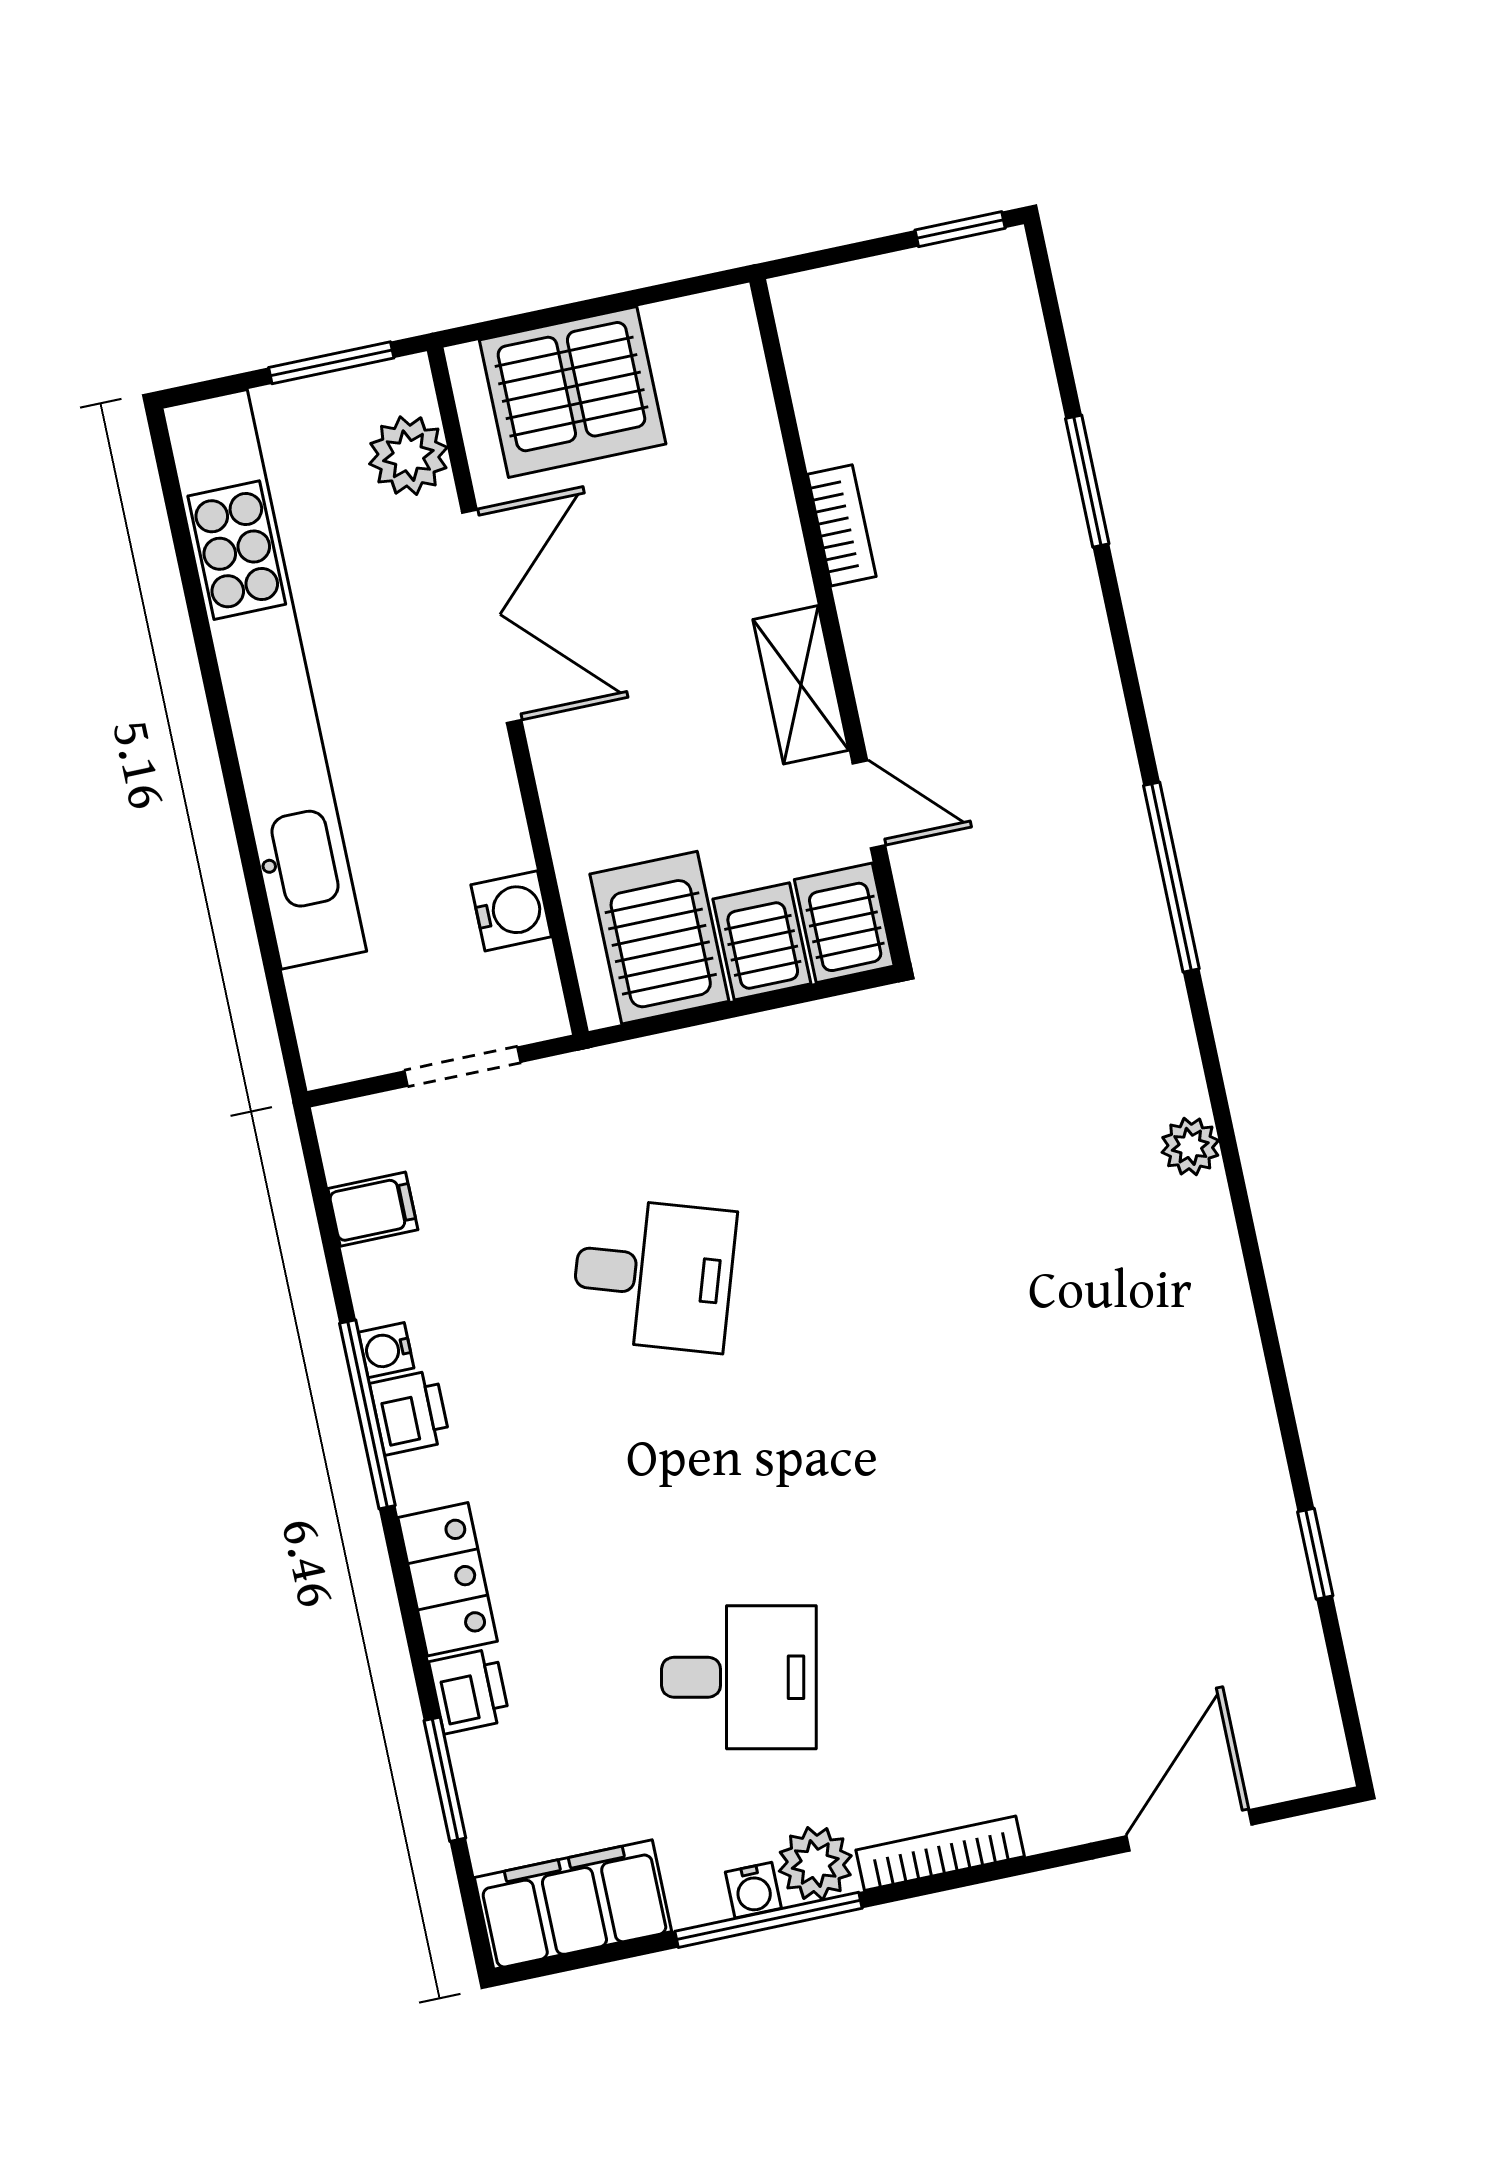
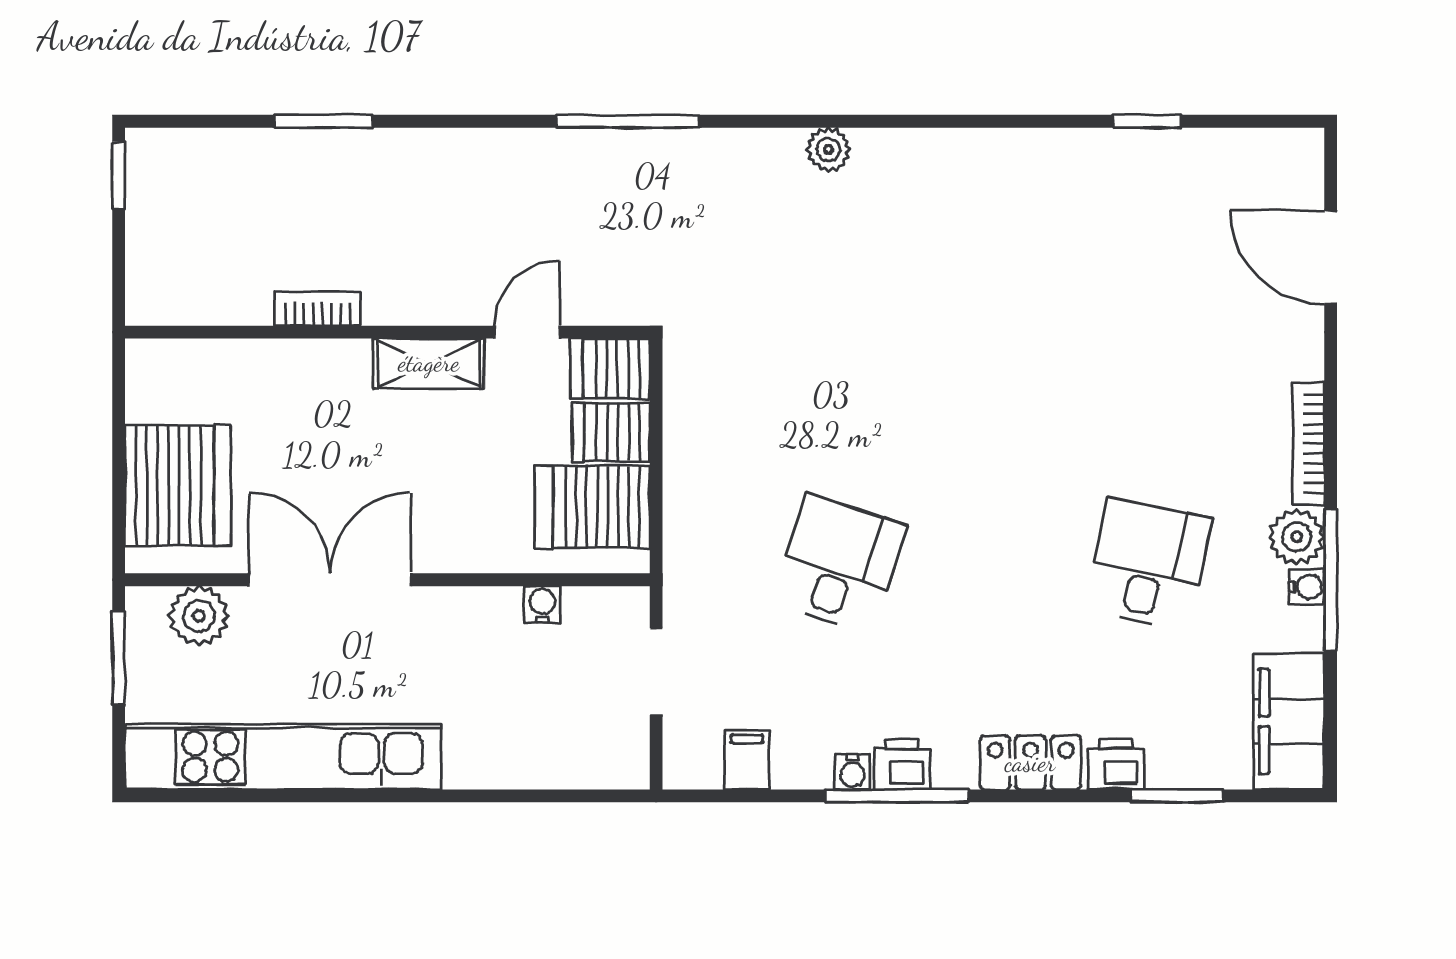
kitchen unit: (264, 679) -> (283, 757), width x0.73
water cooler: (511, 911) -> (542, 605), width x0.72, depth x0.72

